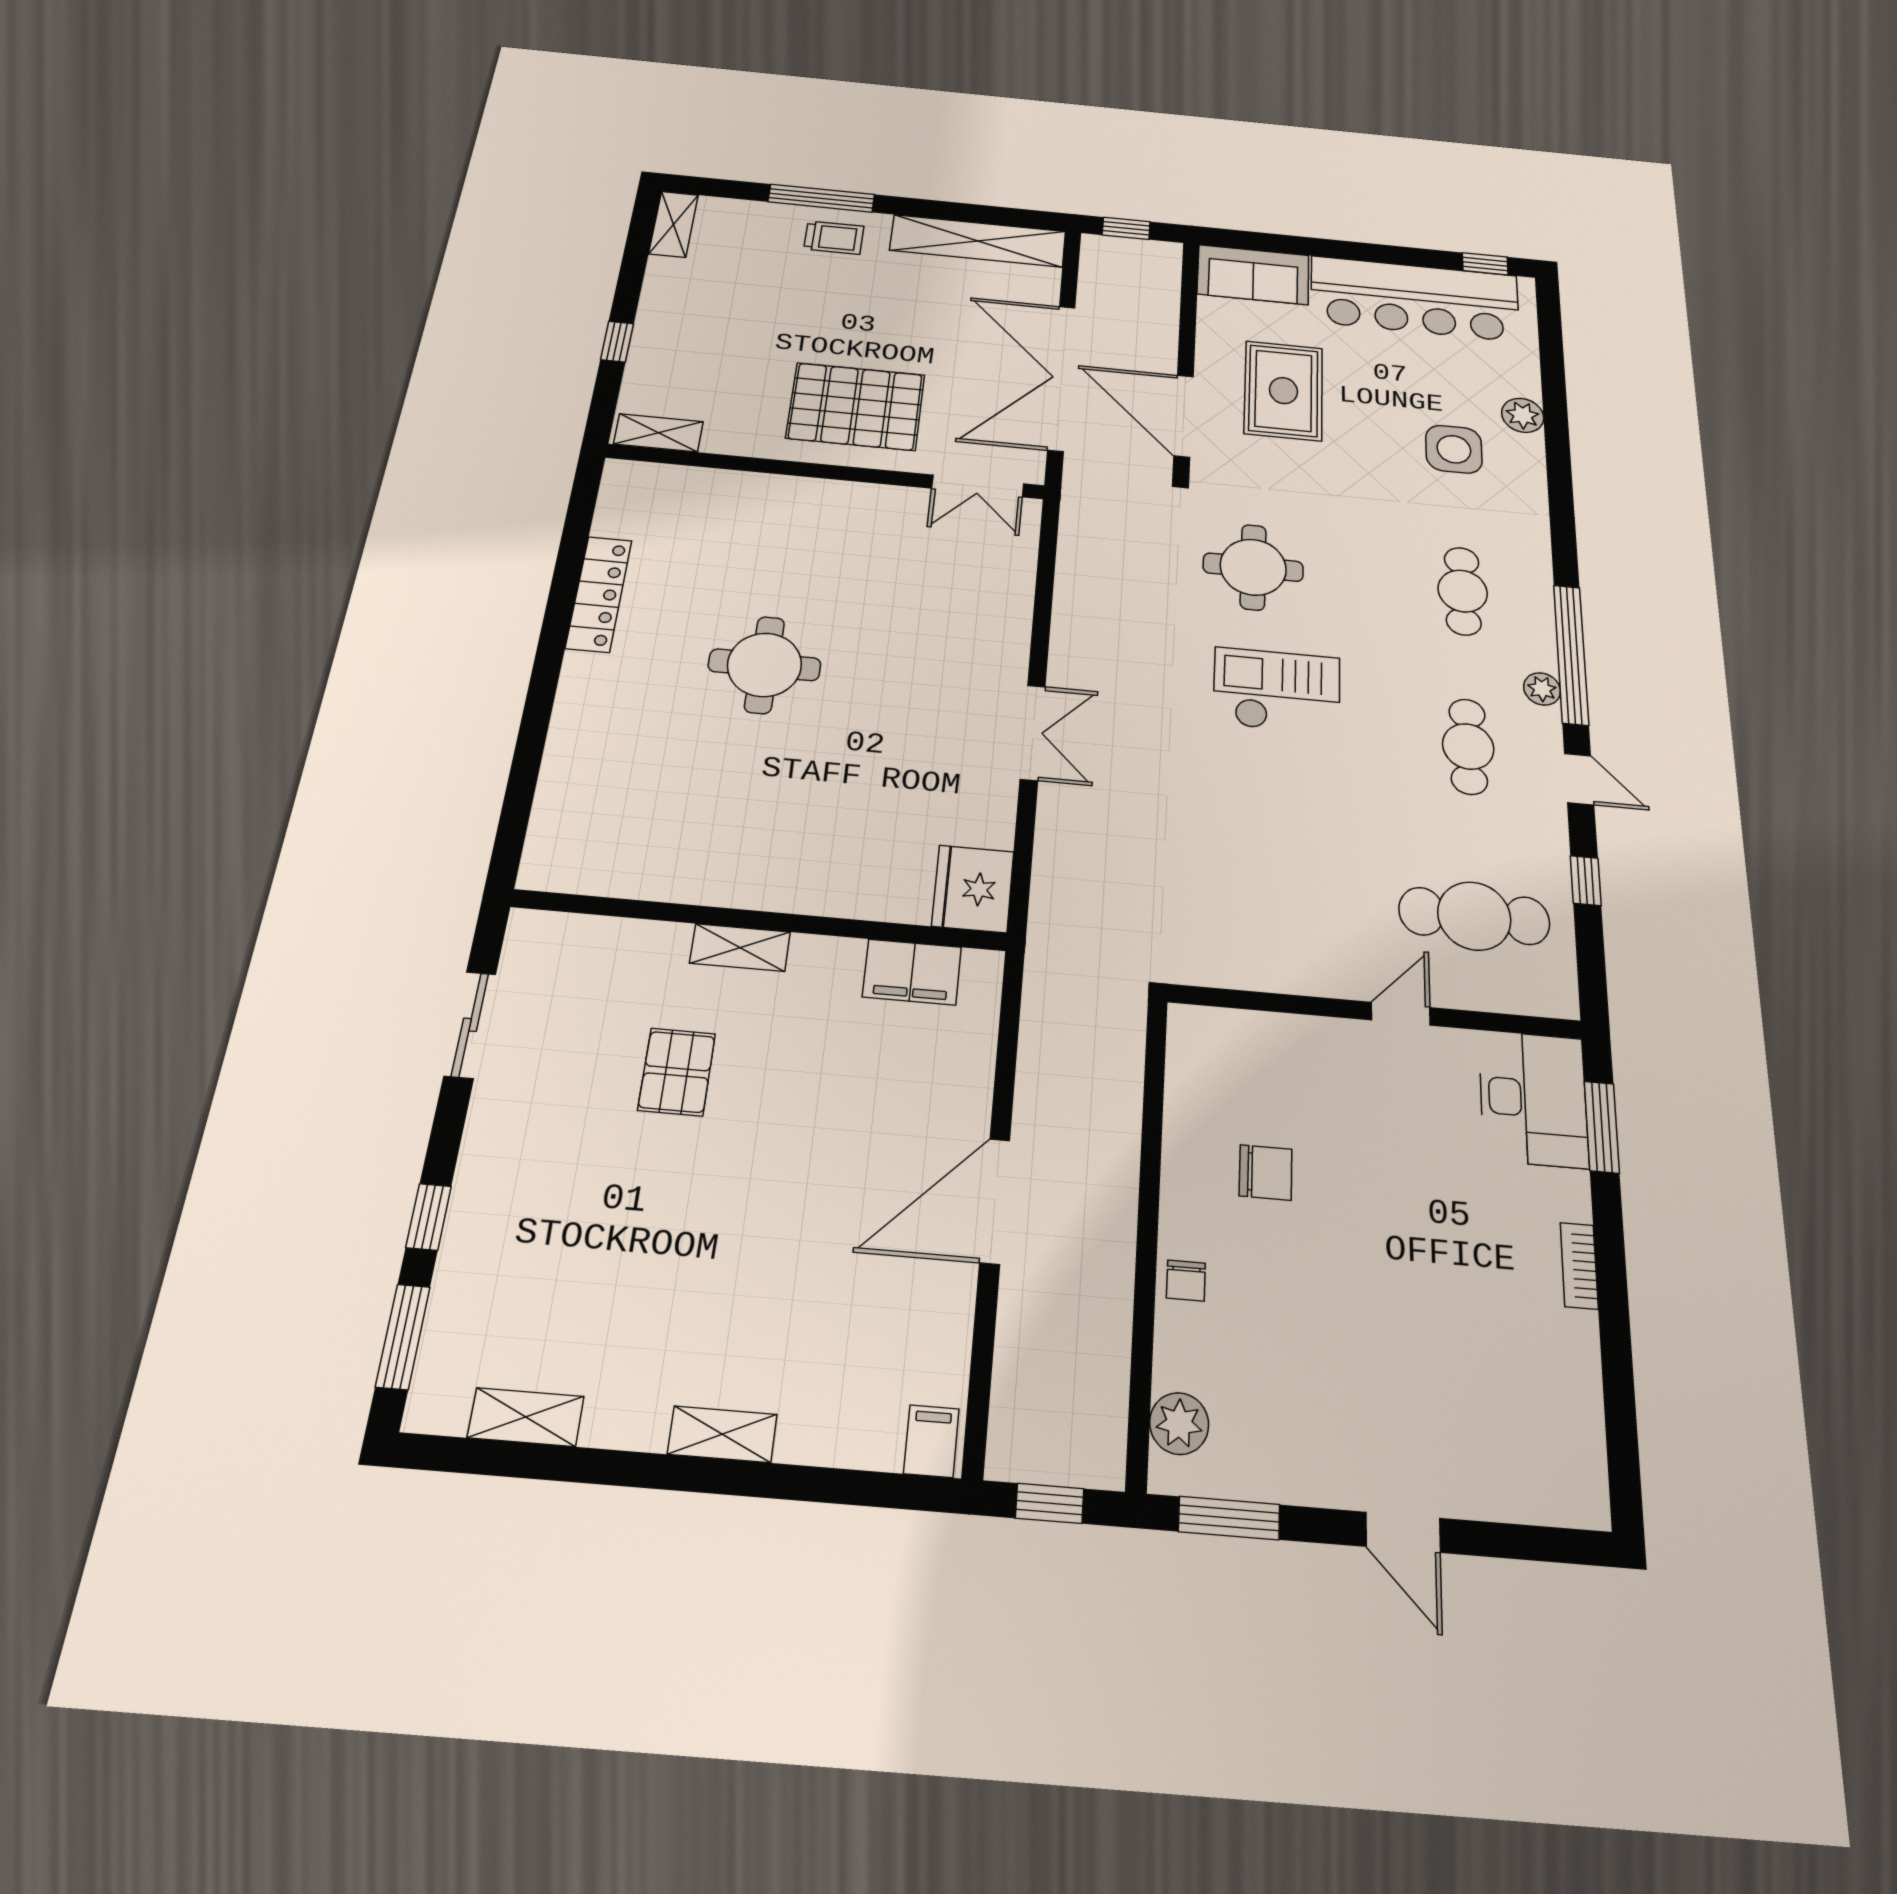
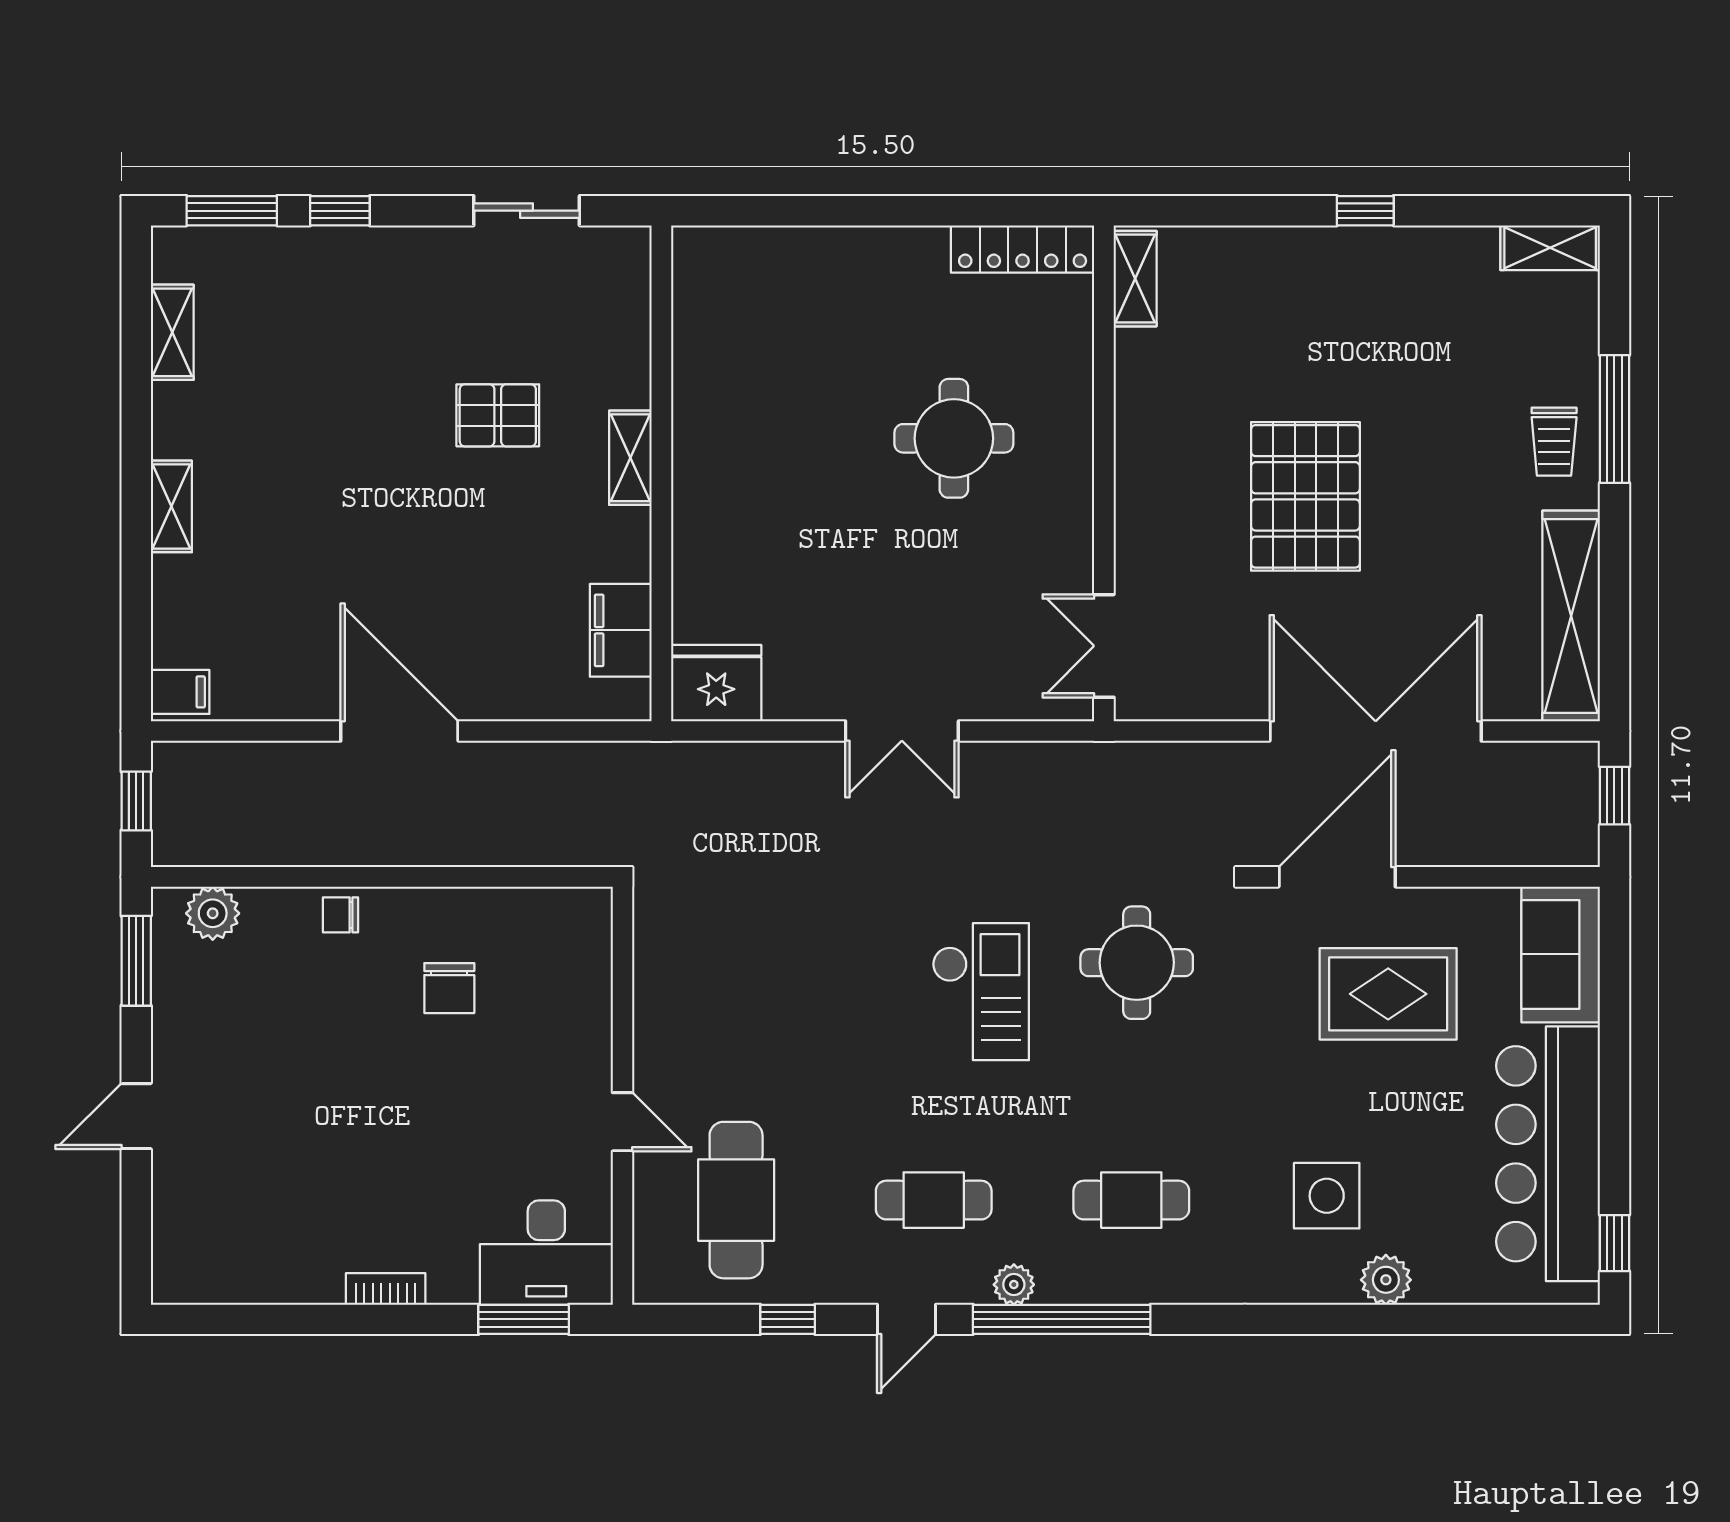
shelving: (658, 433) -> (1135, 279), moved
wall: (826, 472) -> (1104, 473), moved
double door: (978, 486) -> (1104, 646), moved

